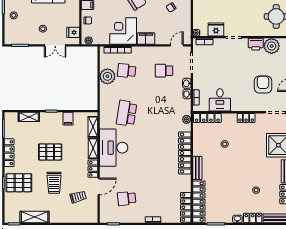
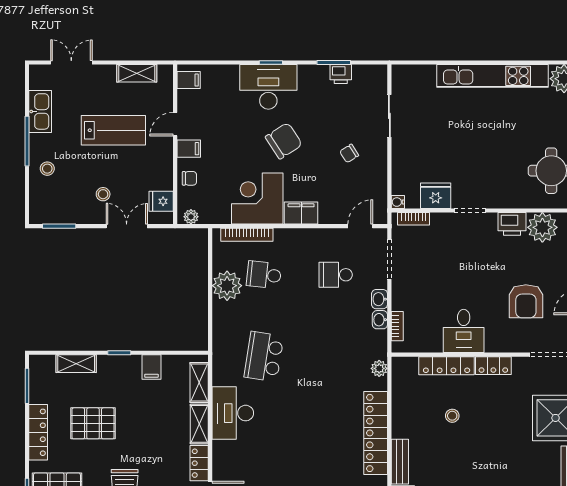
double door: (55, 45) -> (127, 226), swing flipped
armchair: (263, 84) -> (526, 301), turned 180
desk: (220, 100) -> (464, 331), moved
locker: (207, 118) -> (447, 366), moved
desk: (114, 148) -> (233, 413), width x0.73, depth x0.77
pallet: (50, 152) -> (93, 423), moved

